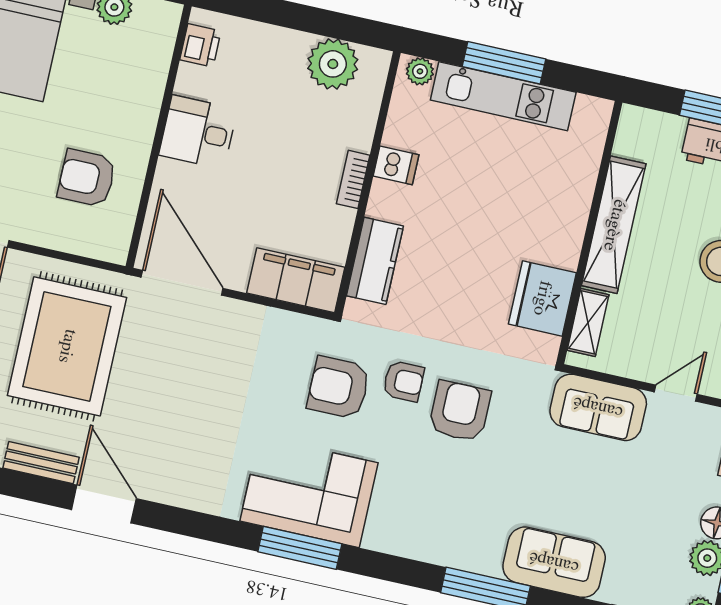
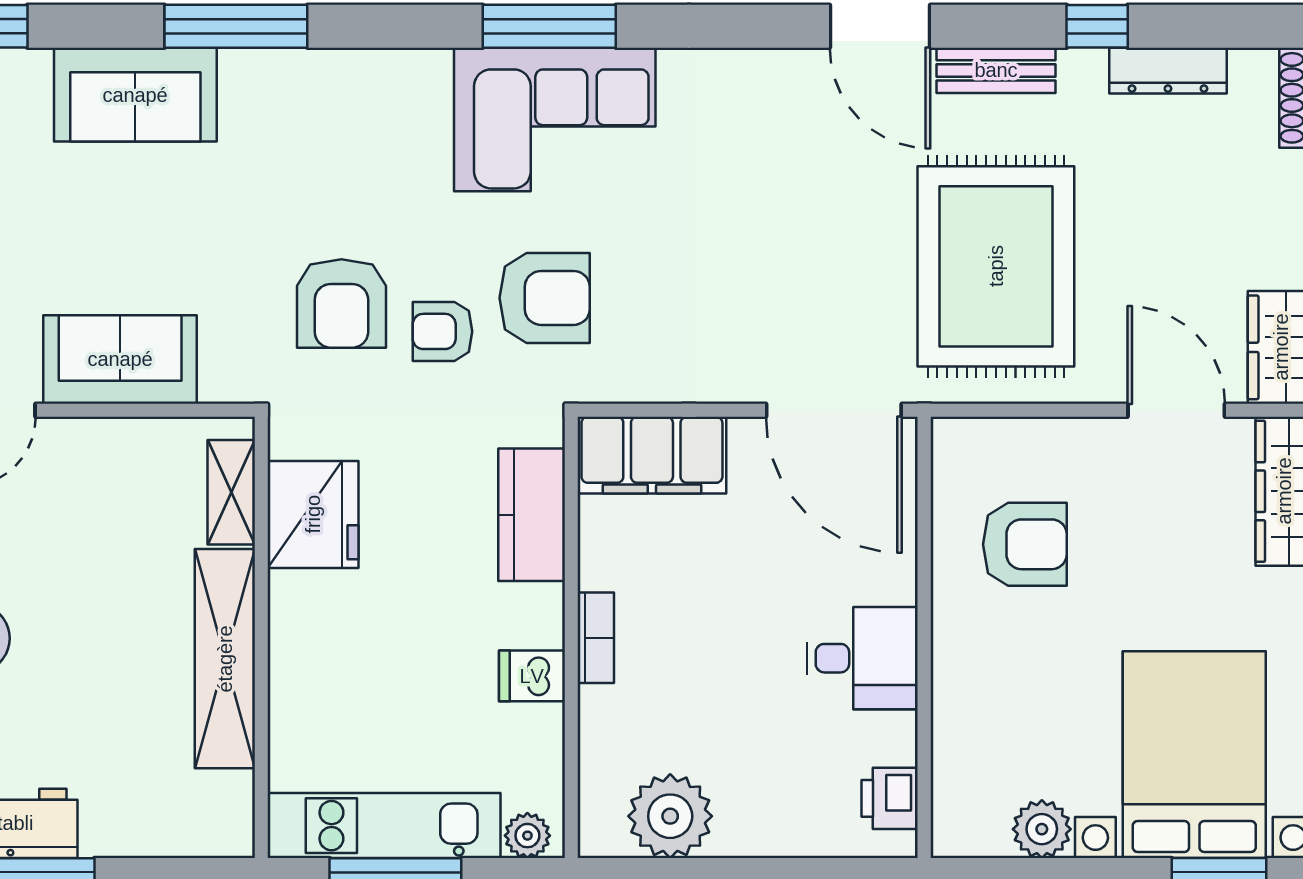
shelving: (614, 225) -> (225, 659), moved
wall: (589, 232) -> (261, 637), moved
fridge: (542, 298) -> (313, 514), moved
shelving: (588, 322) -> (231, 492), moved

